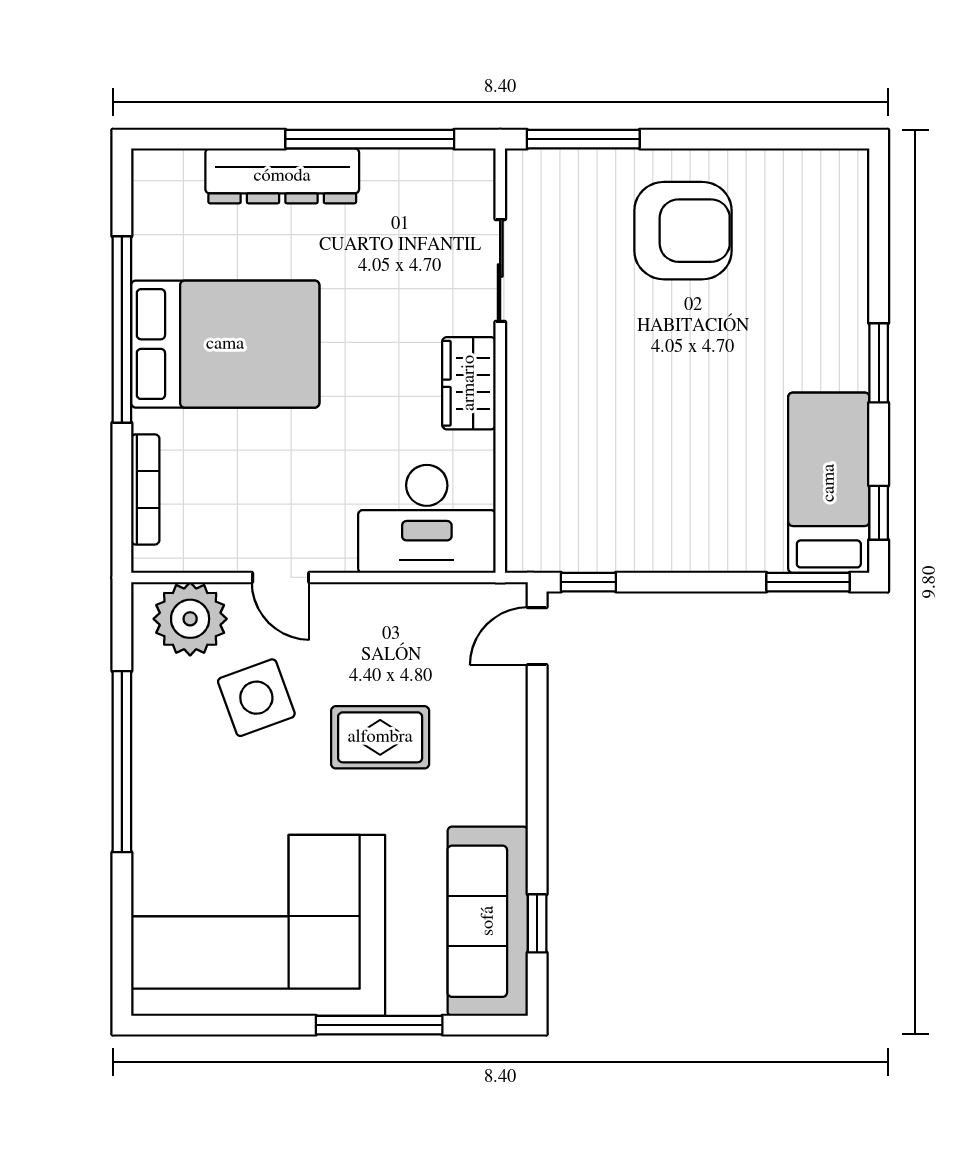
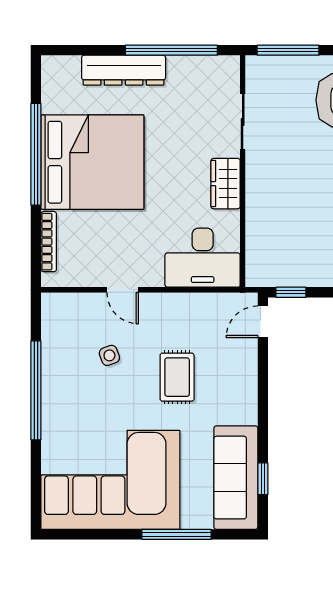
bed: (225, 344) -> (92, 162), width x1.36
plant: (190, 619) -> (73, 312), removed
side table: (256, 698) -> (109, 355), width x0.54, depth x0.54
rug: (380, 737) -> (177, 377), turned 90

